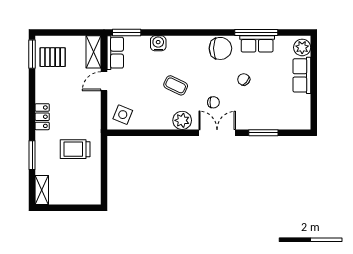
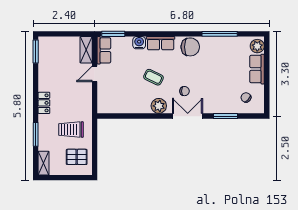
row of seats: (257, 44) -> (161, 43), moved
pallet: (53, 57) -> (77, 157), moved
chair: (244, 79) -> (246, 97), moved
side table: (123, 115) -> (110, 101), removed

